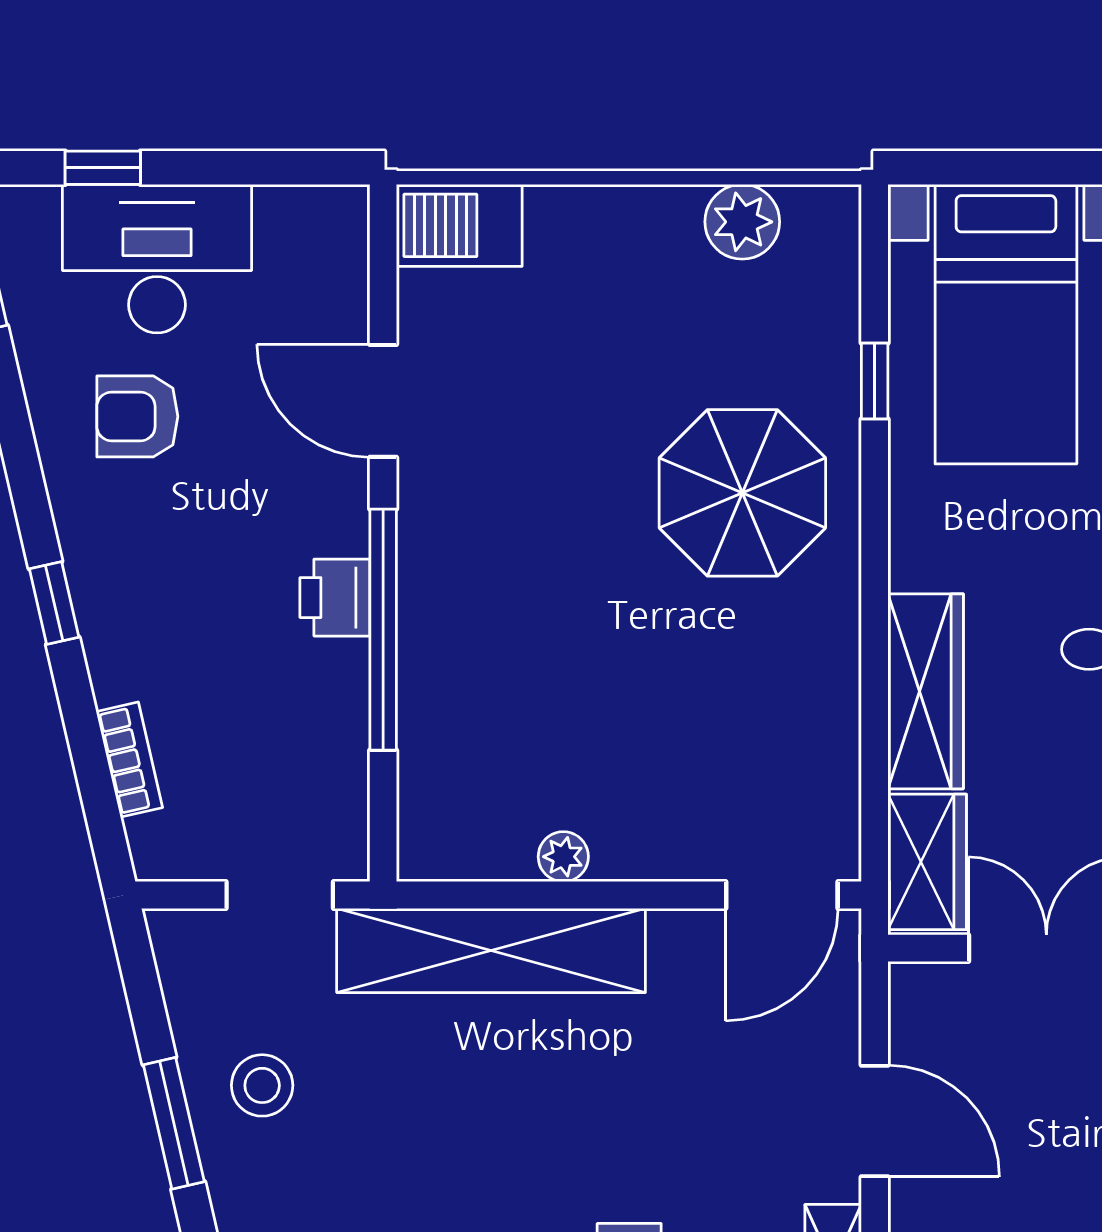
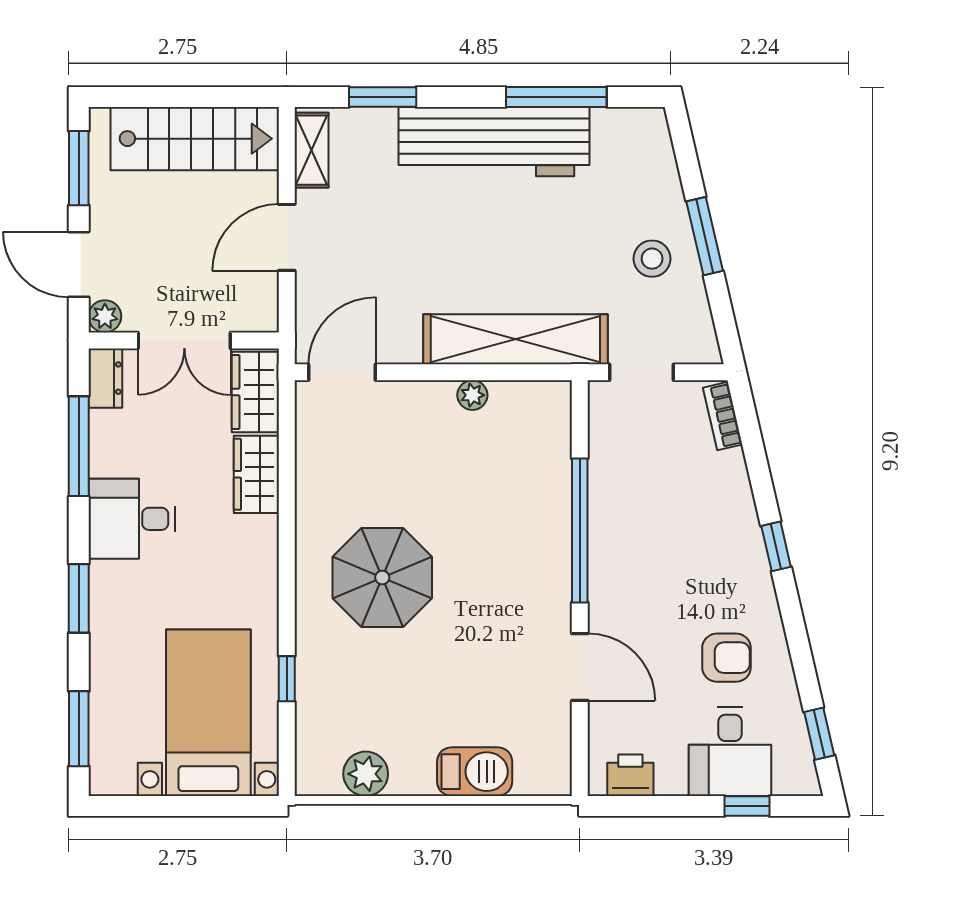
barbecue: (459, 225) -> (475, 772), moved
desk: (157, 259) -> (730, 752), width x0.73
parasol: (742, 493) -> (382, 577), moved
printer: (335, 598) -> (630, 775), moved, turned -90
wardrobe: (926, 691) -> (256, 474), width x0.67
bookcase: (129, 760) -> (723, 416), moved
door: (875, 1121) -> (287, 237), hinge flipped

